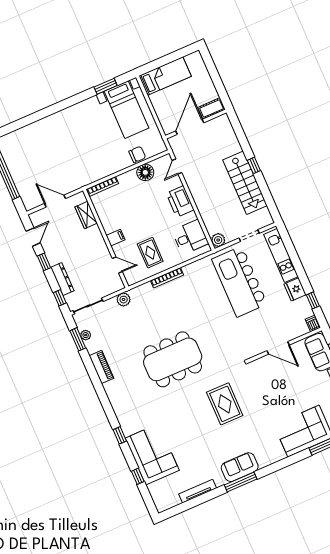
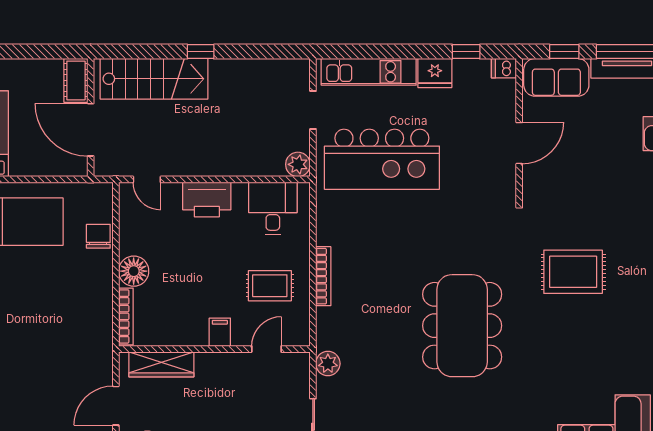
floor lamp: (145, 172) -> (134, 271), moved
stairs: (245, 183) -> (154, 79), moved
wardrobe: (86, 215) -> (161, 364), width x1.50

